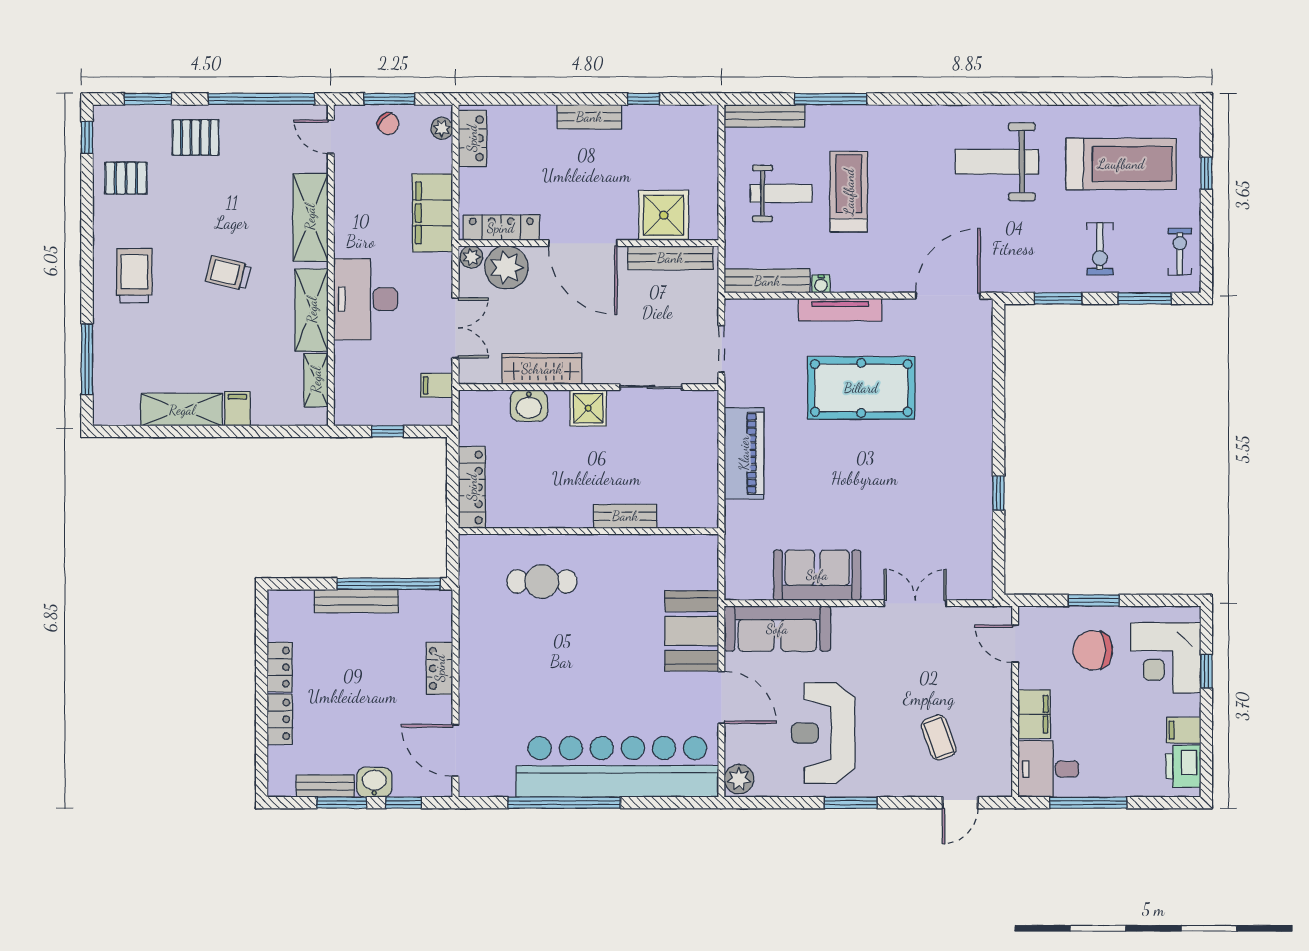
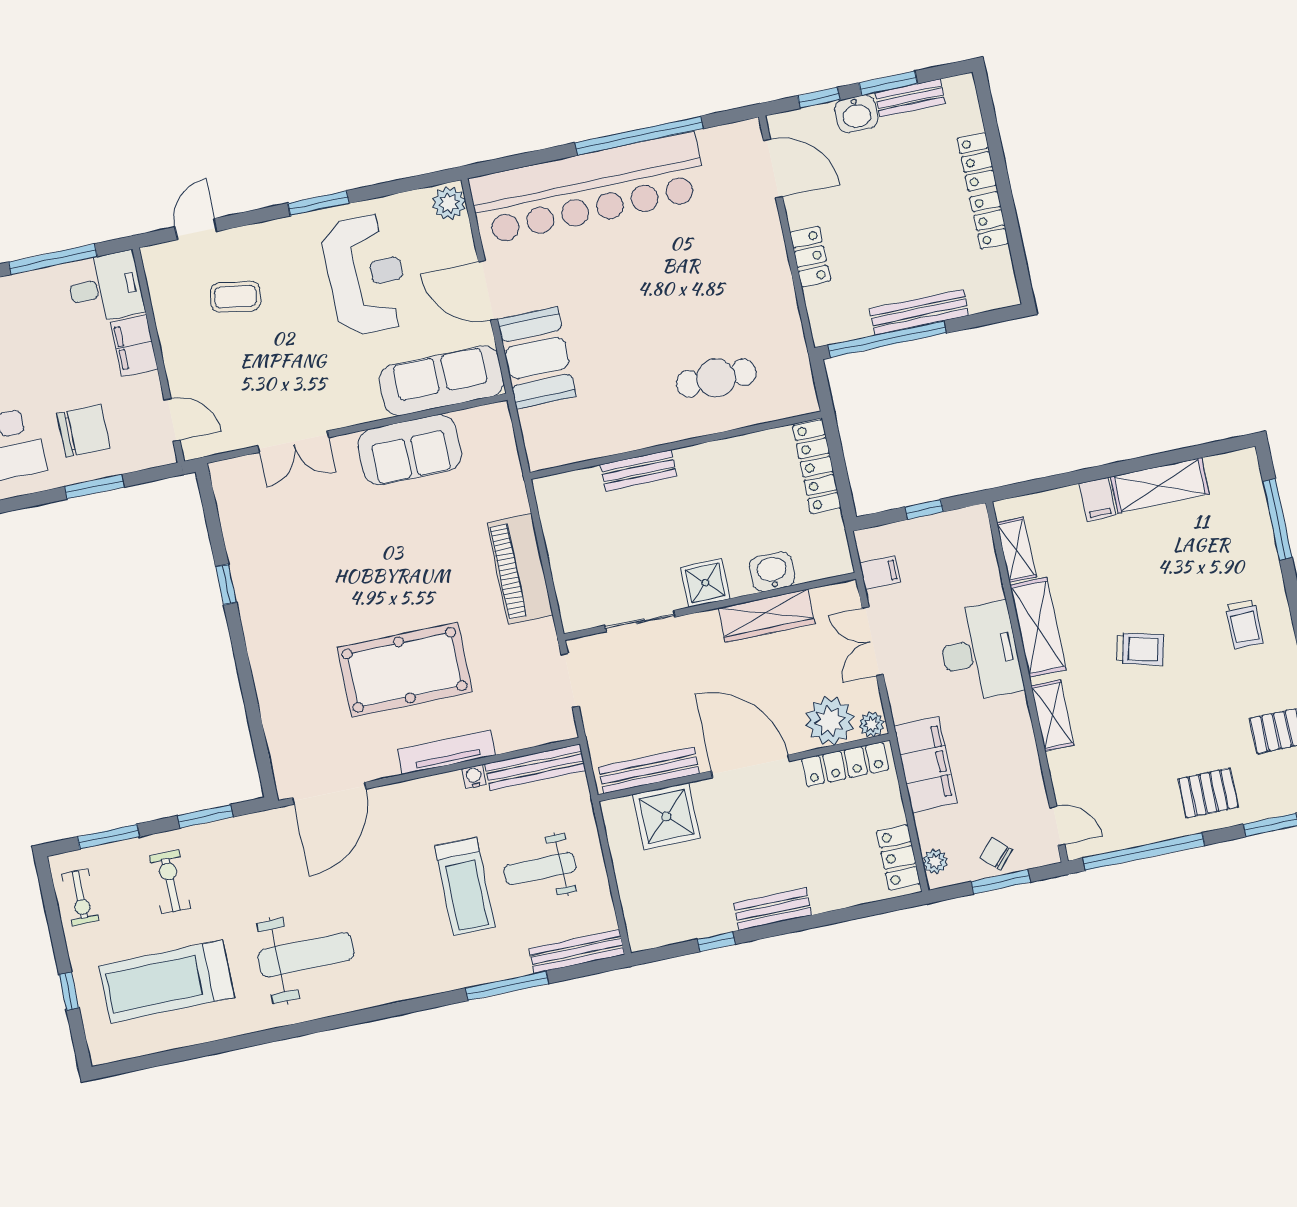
shelving: (310, 217) -> (1053, 715), width x0.67, depth x0.75
trolley: (134, 276) -> (1244, 624), width x0.73, depth x0.72
coffee table: (939, 738) -> (235, 297), turned -61

